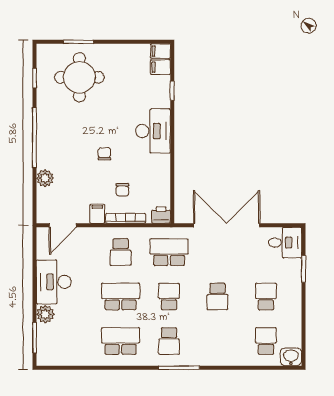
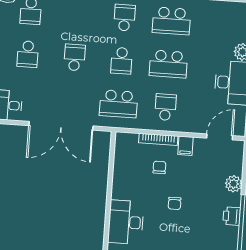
printer: (161, 215) -> (232, 216), moved, turned 90

